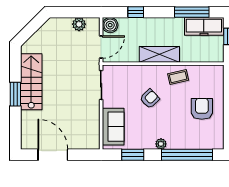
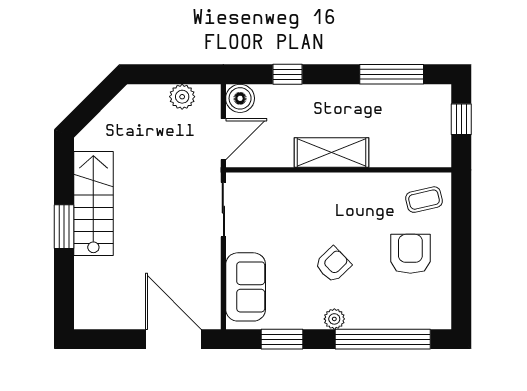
freezer: (204, 26) -> (414, 101), removed
coffee table: (178, 77) -> (424, 200), moved
armchair: (150, 99) -> (333, 265), moved
door: (53, 155) -> (173, 339), moved

